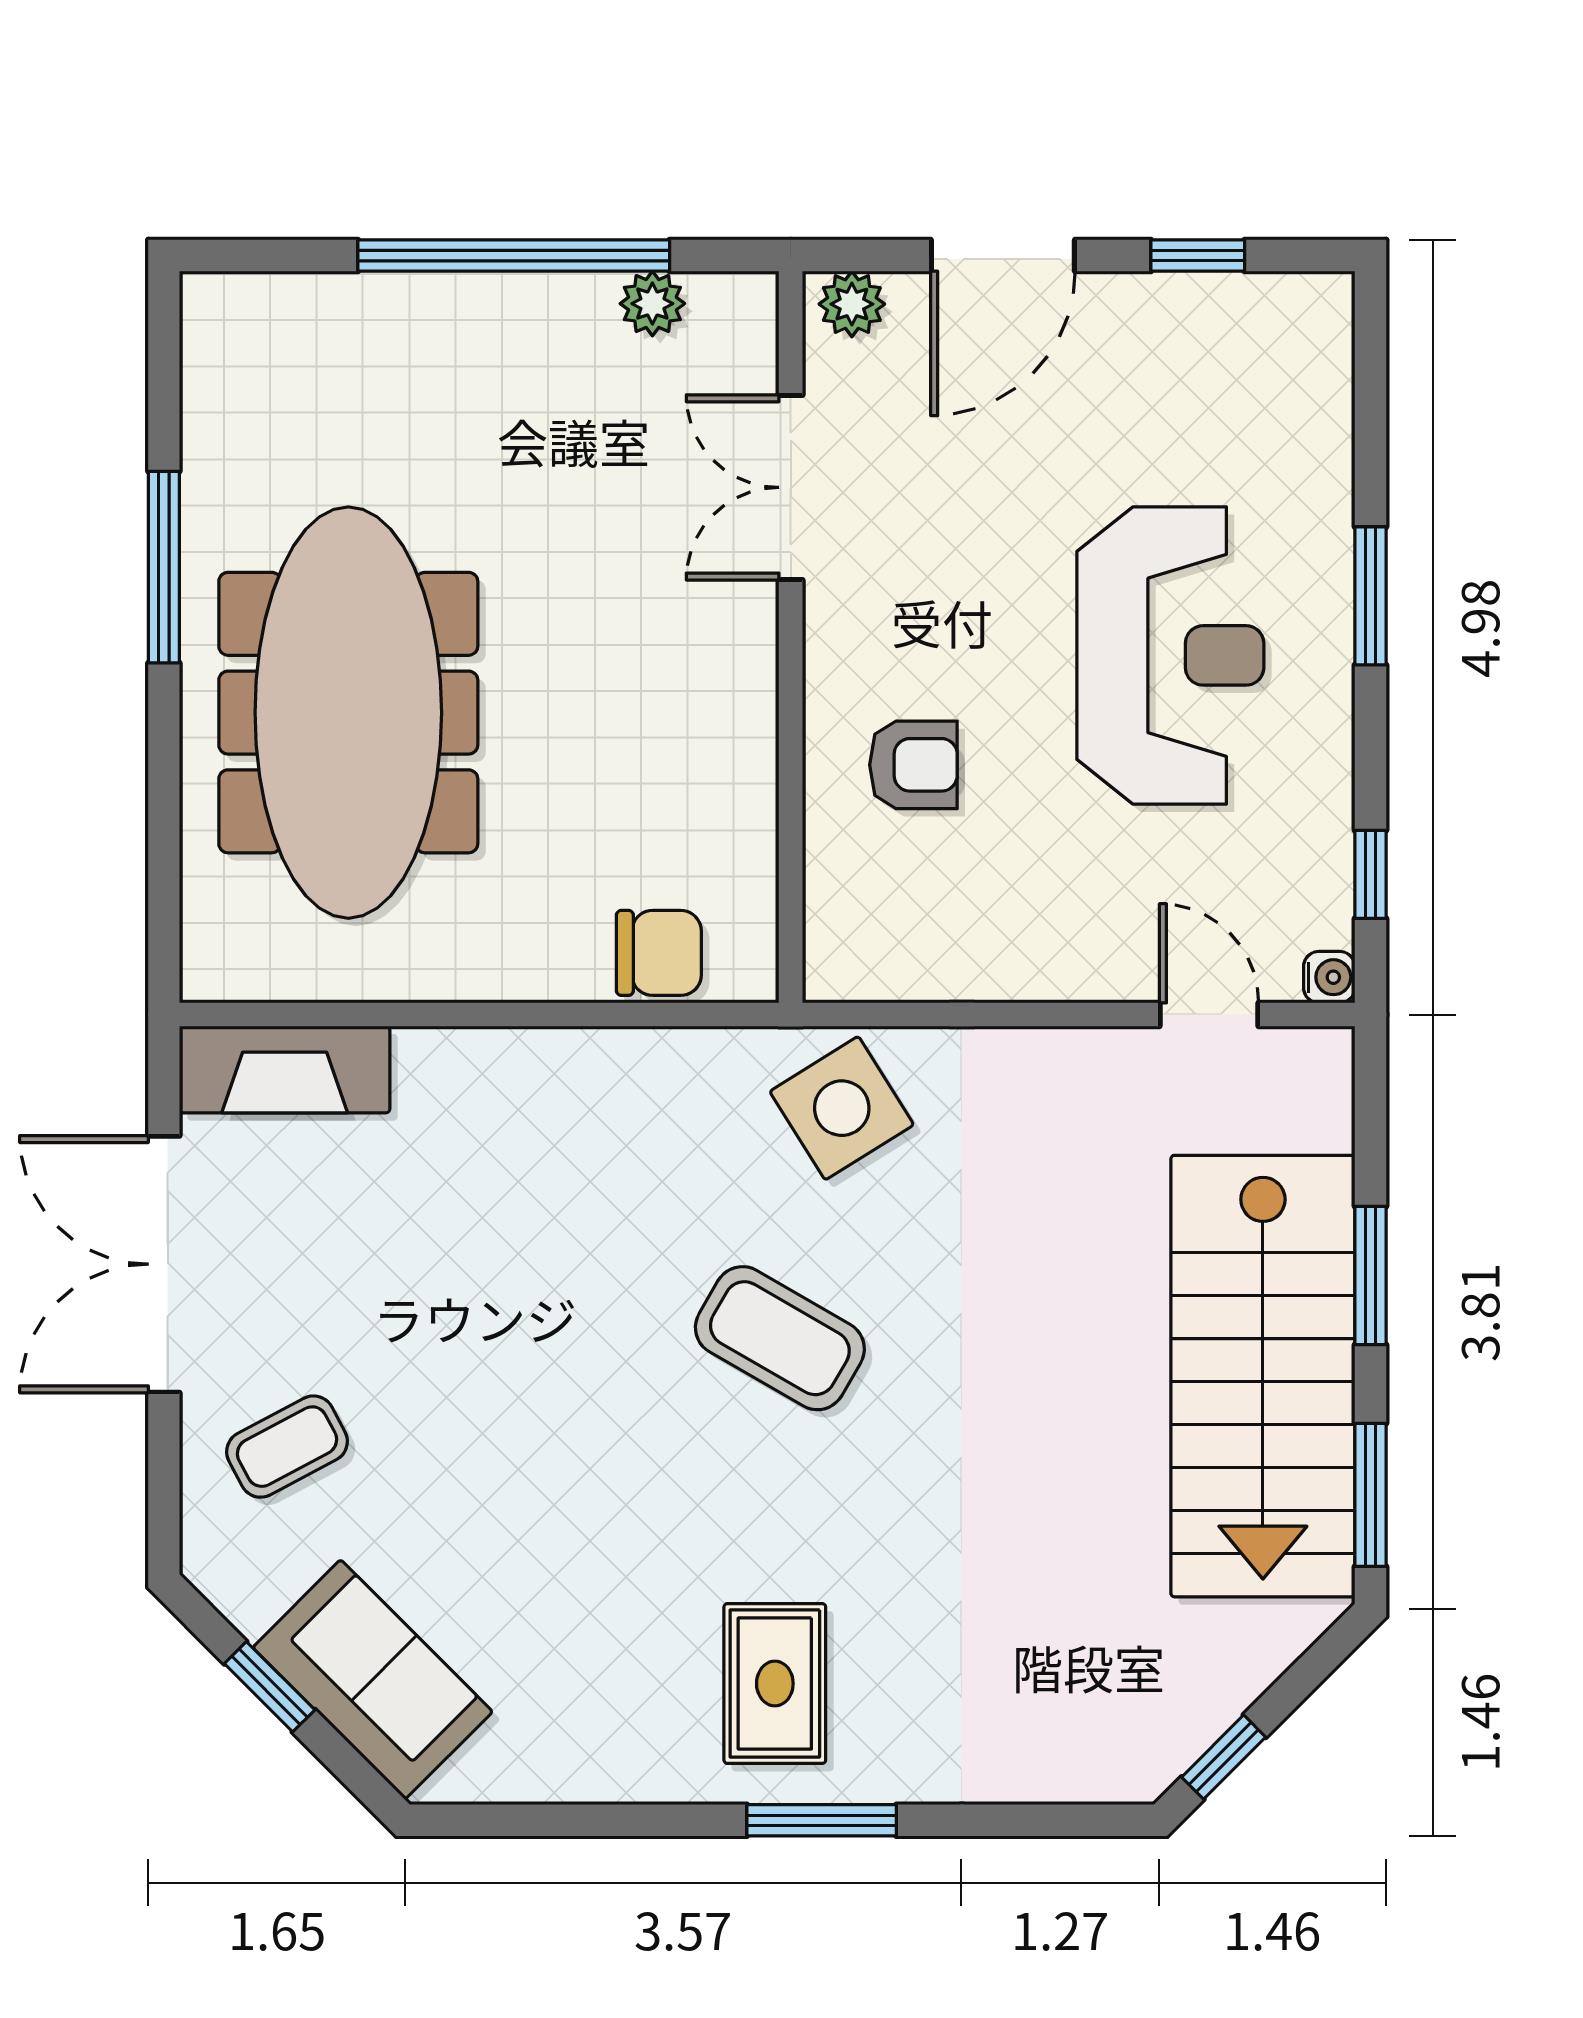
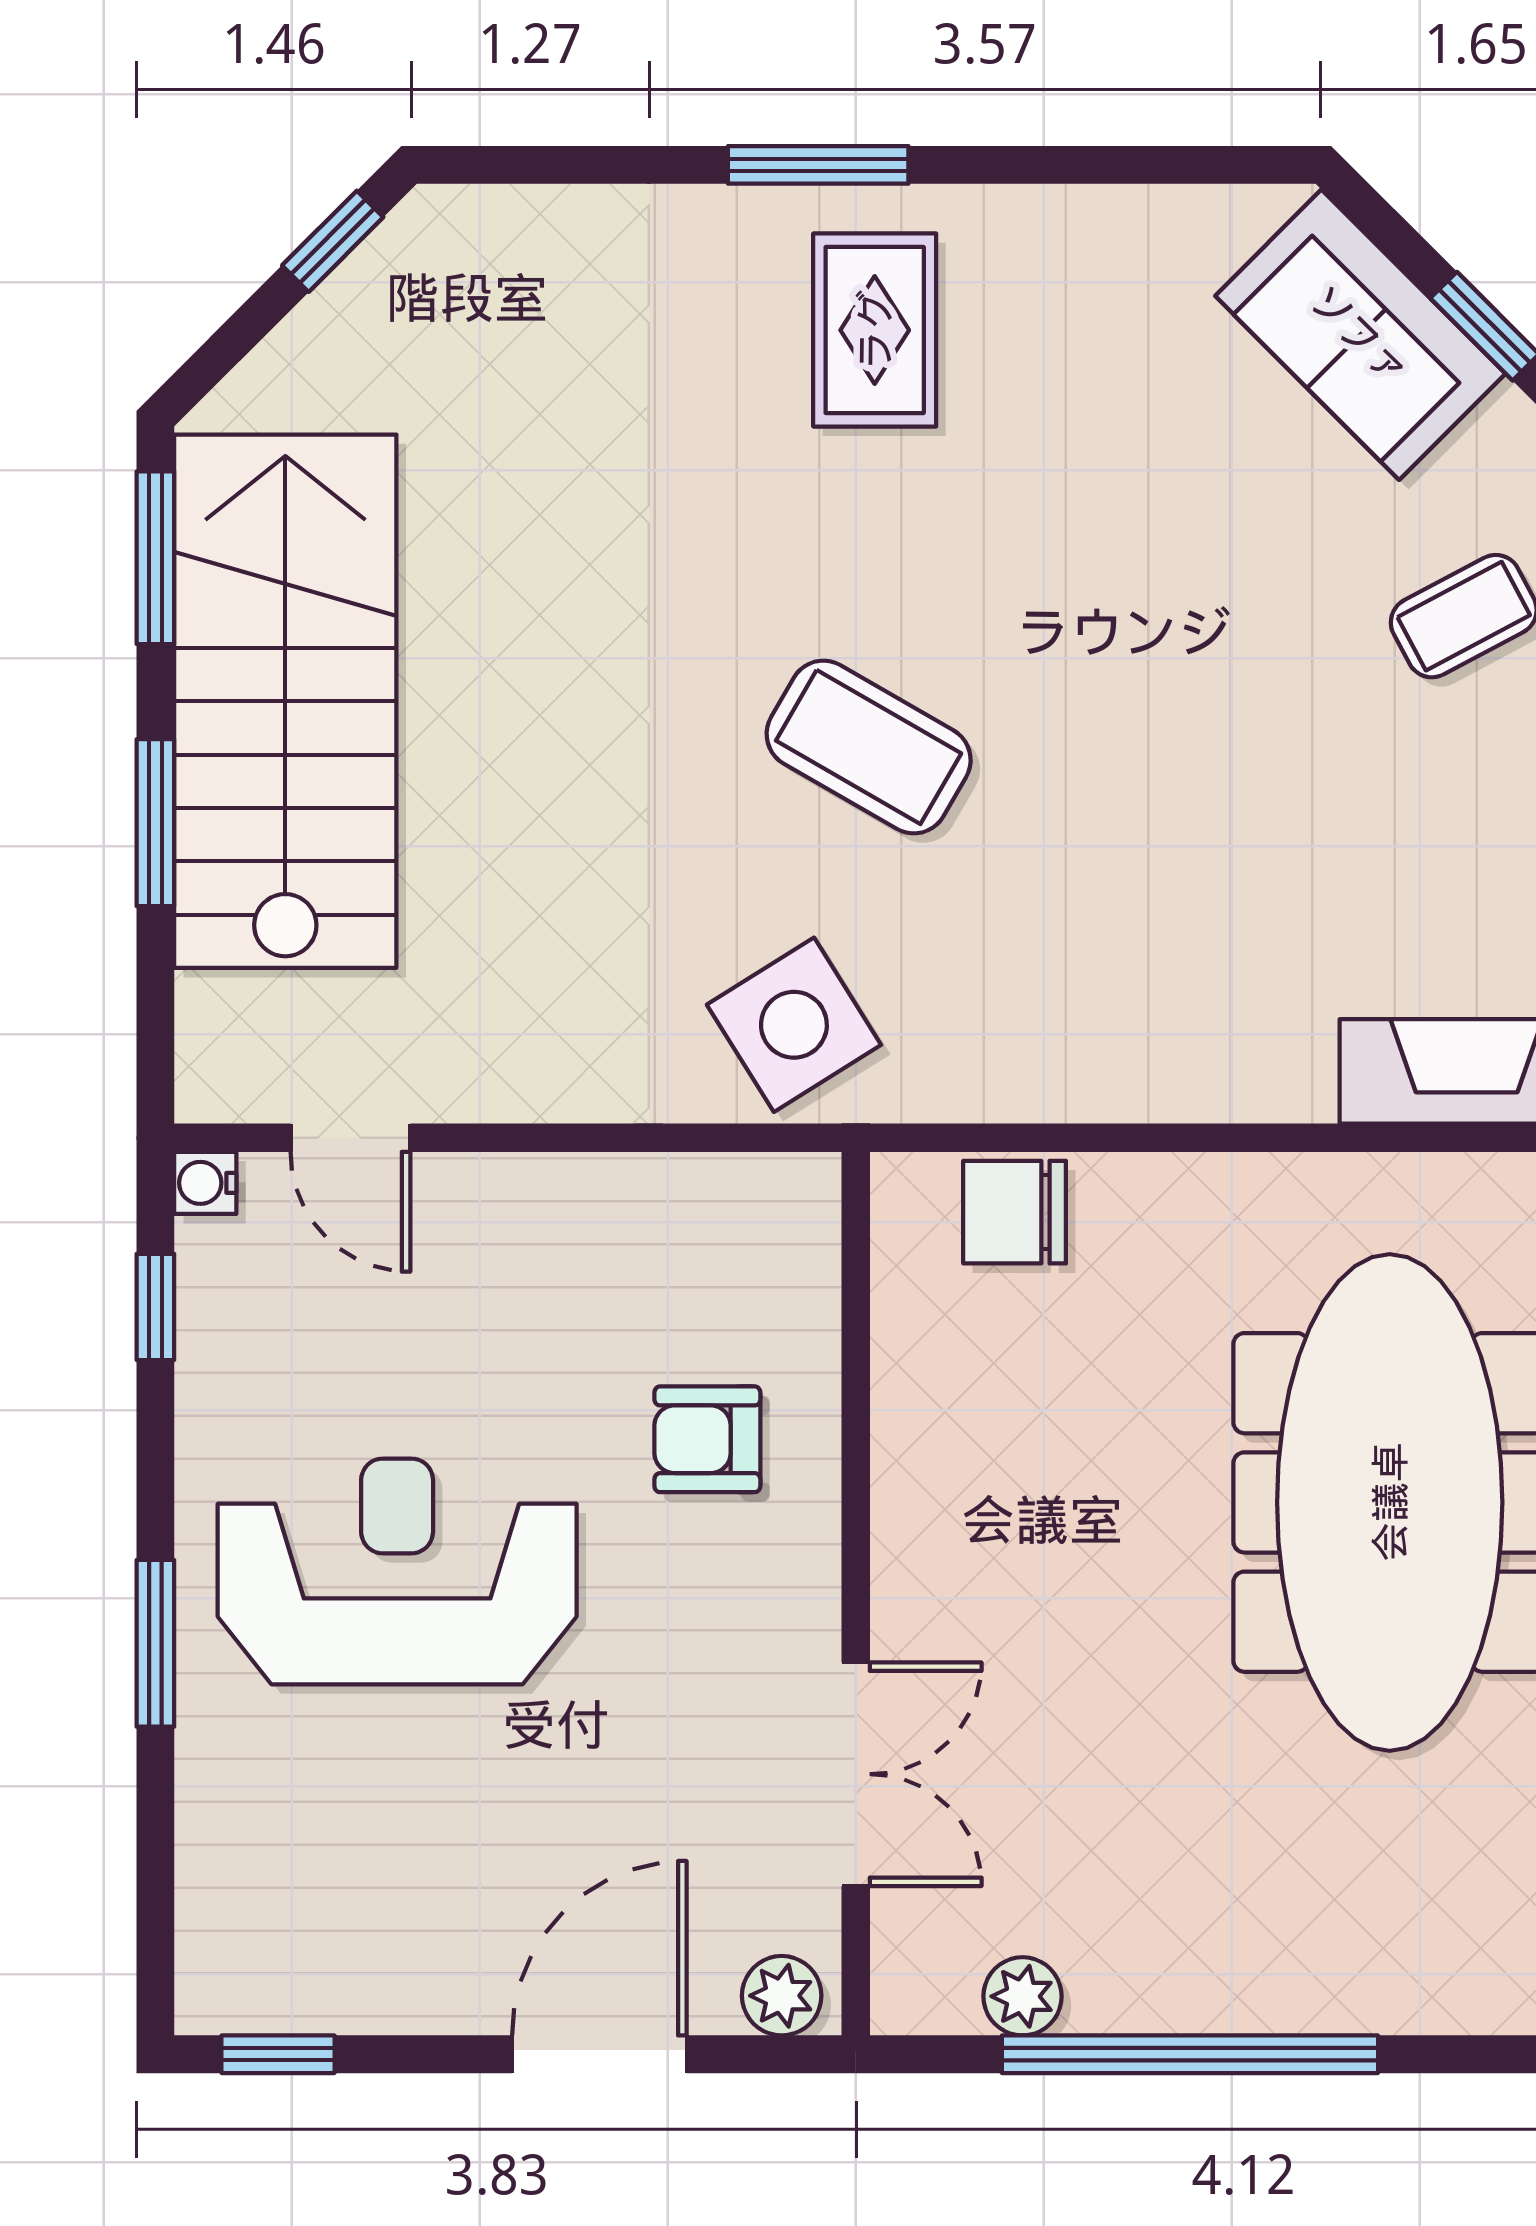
window: (1198, 256) -> (278, 2054), moved
reception desk: (1170, 655) -> (397, 1571), turned 90

